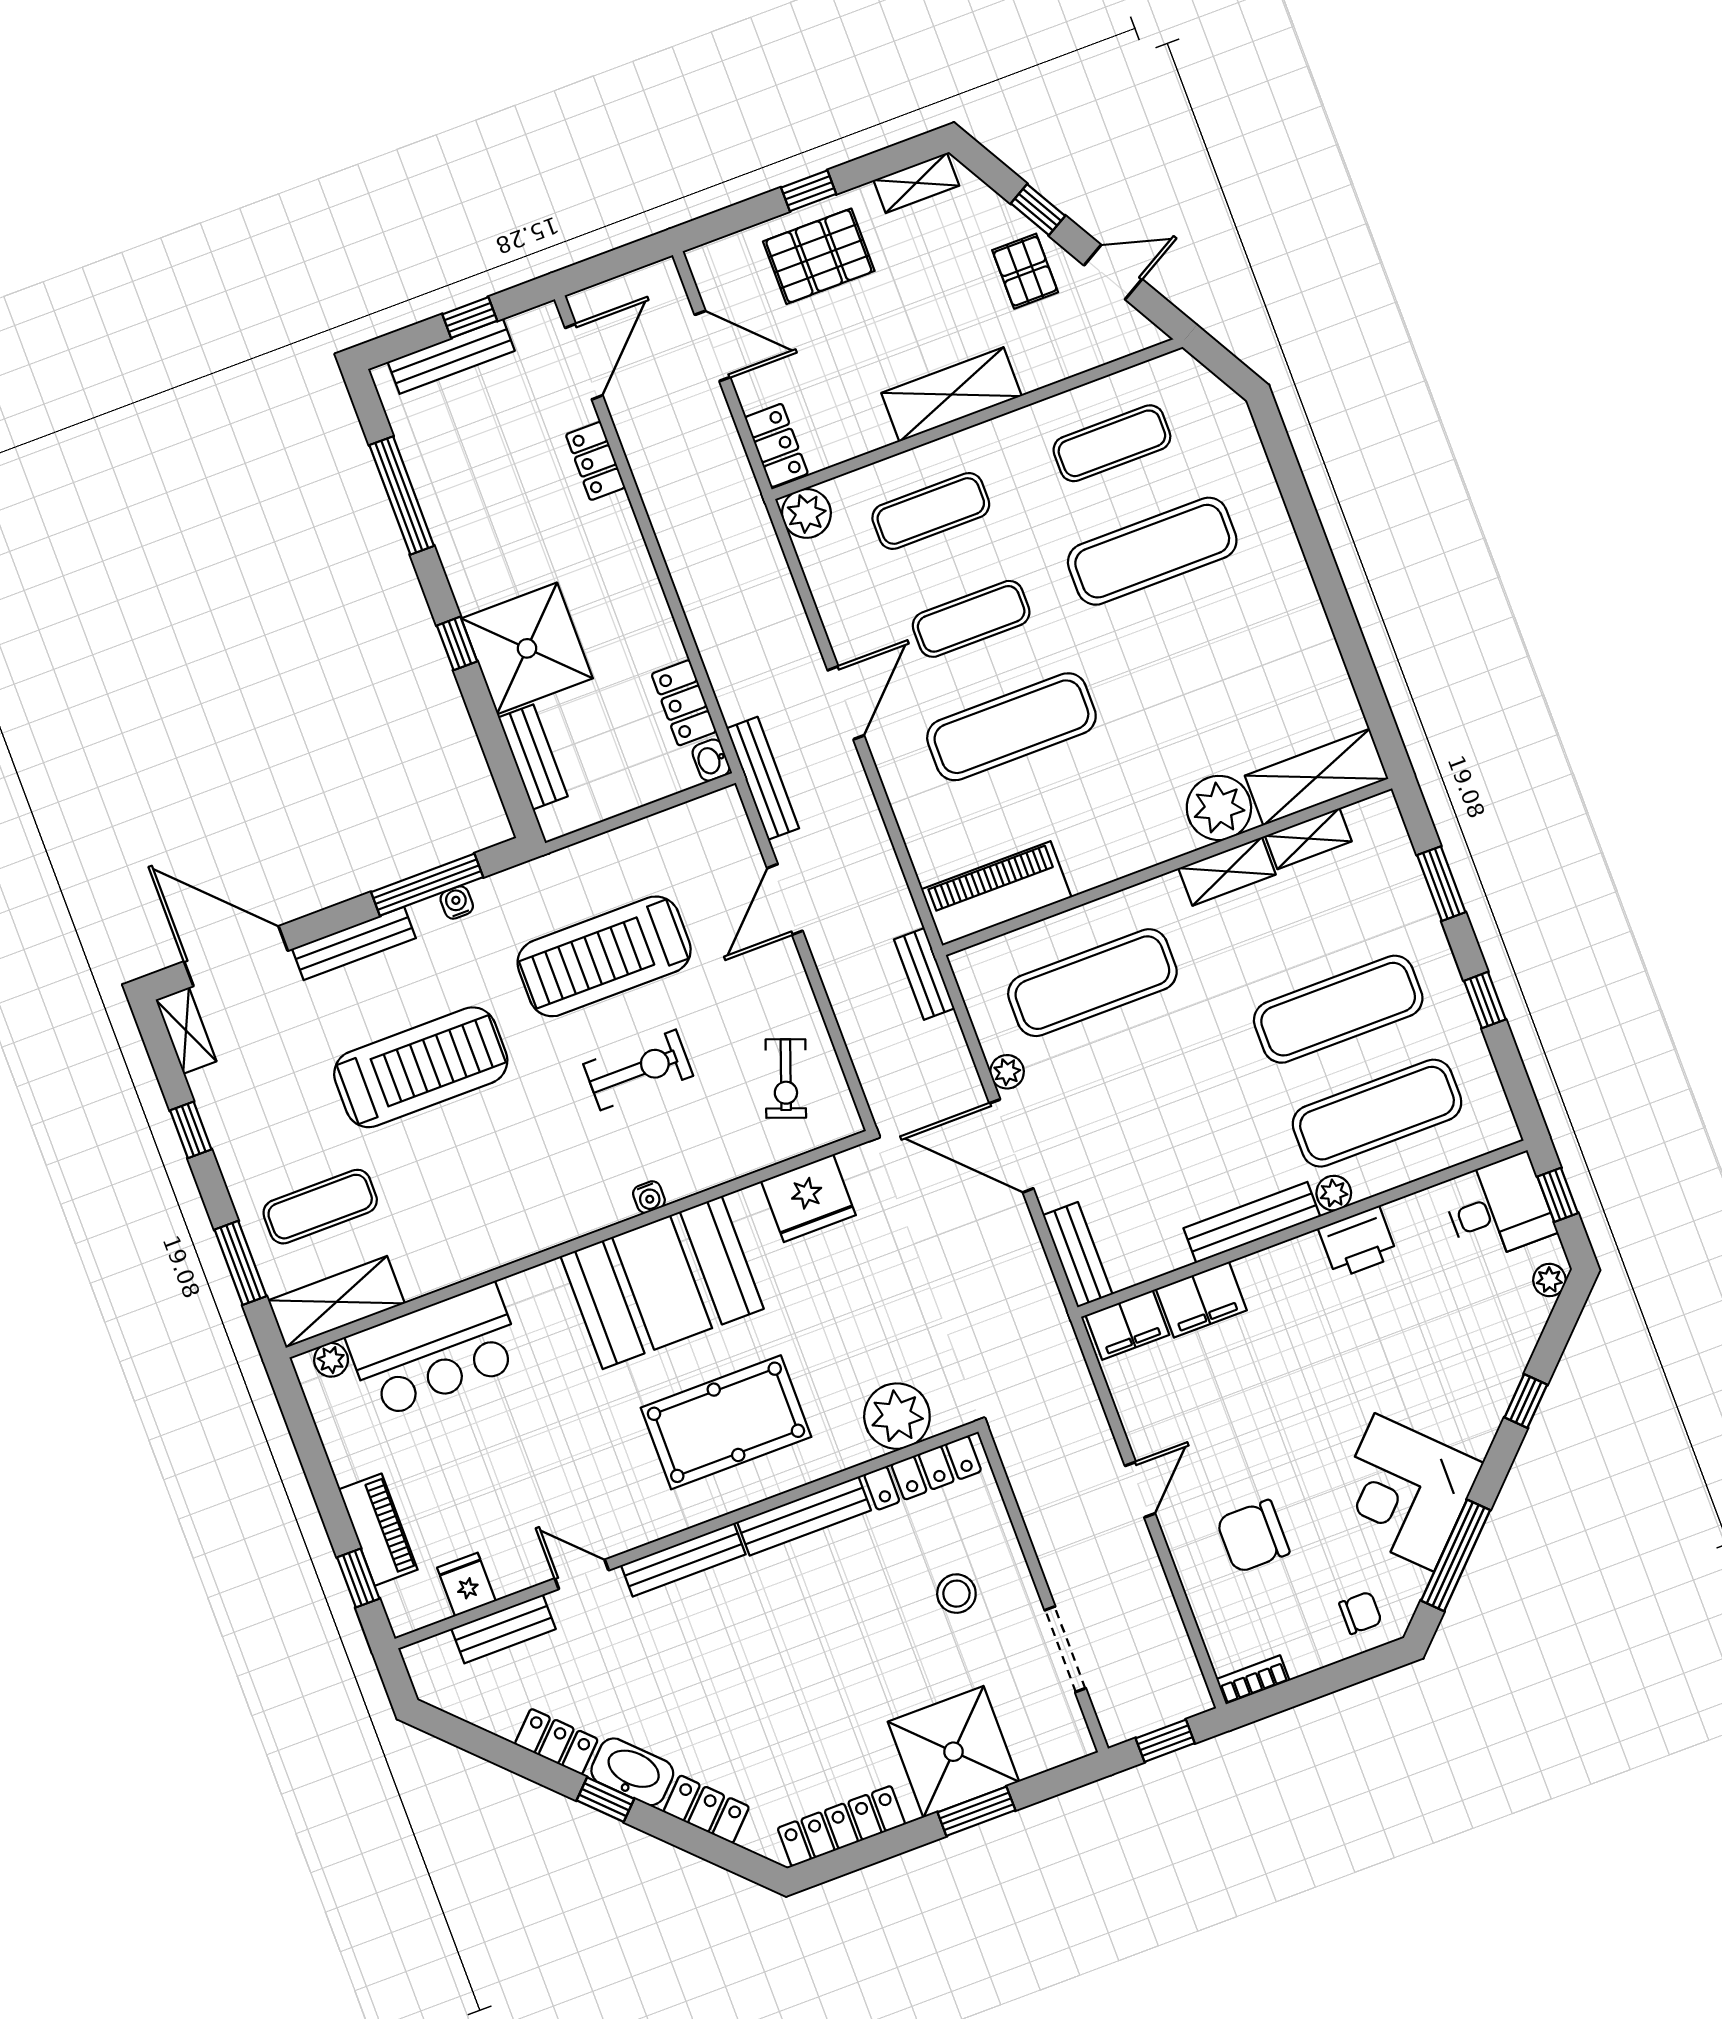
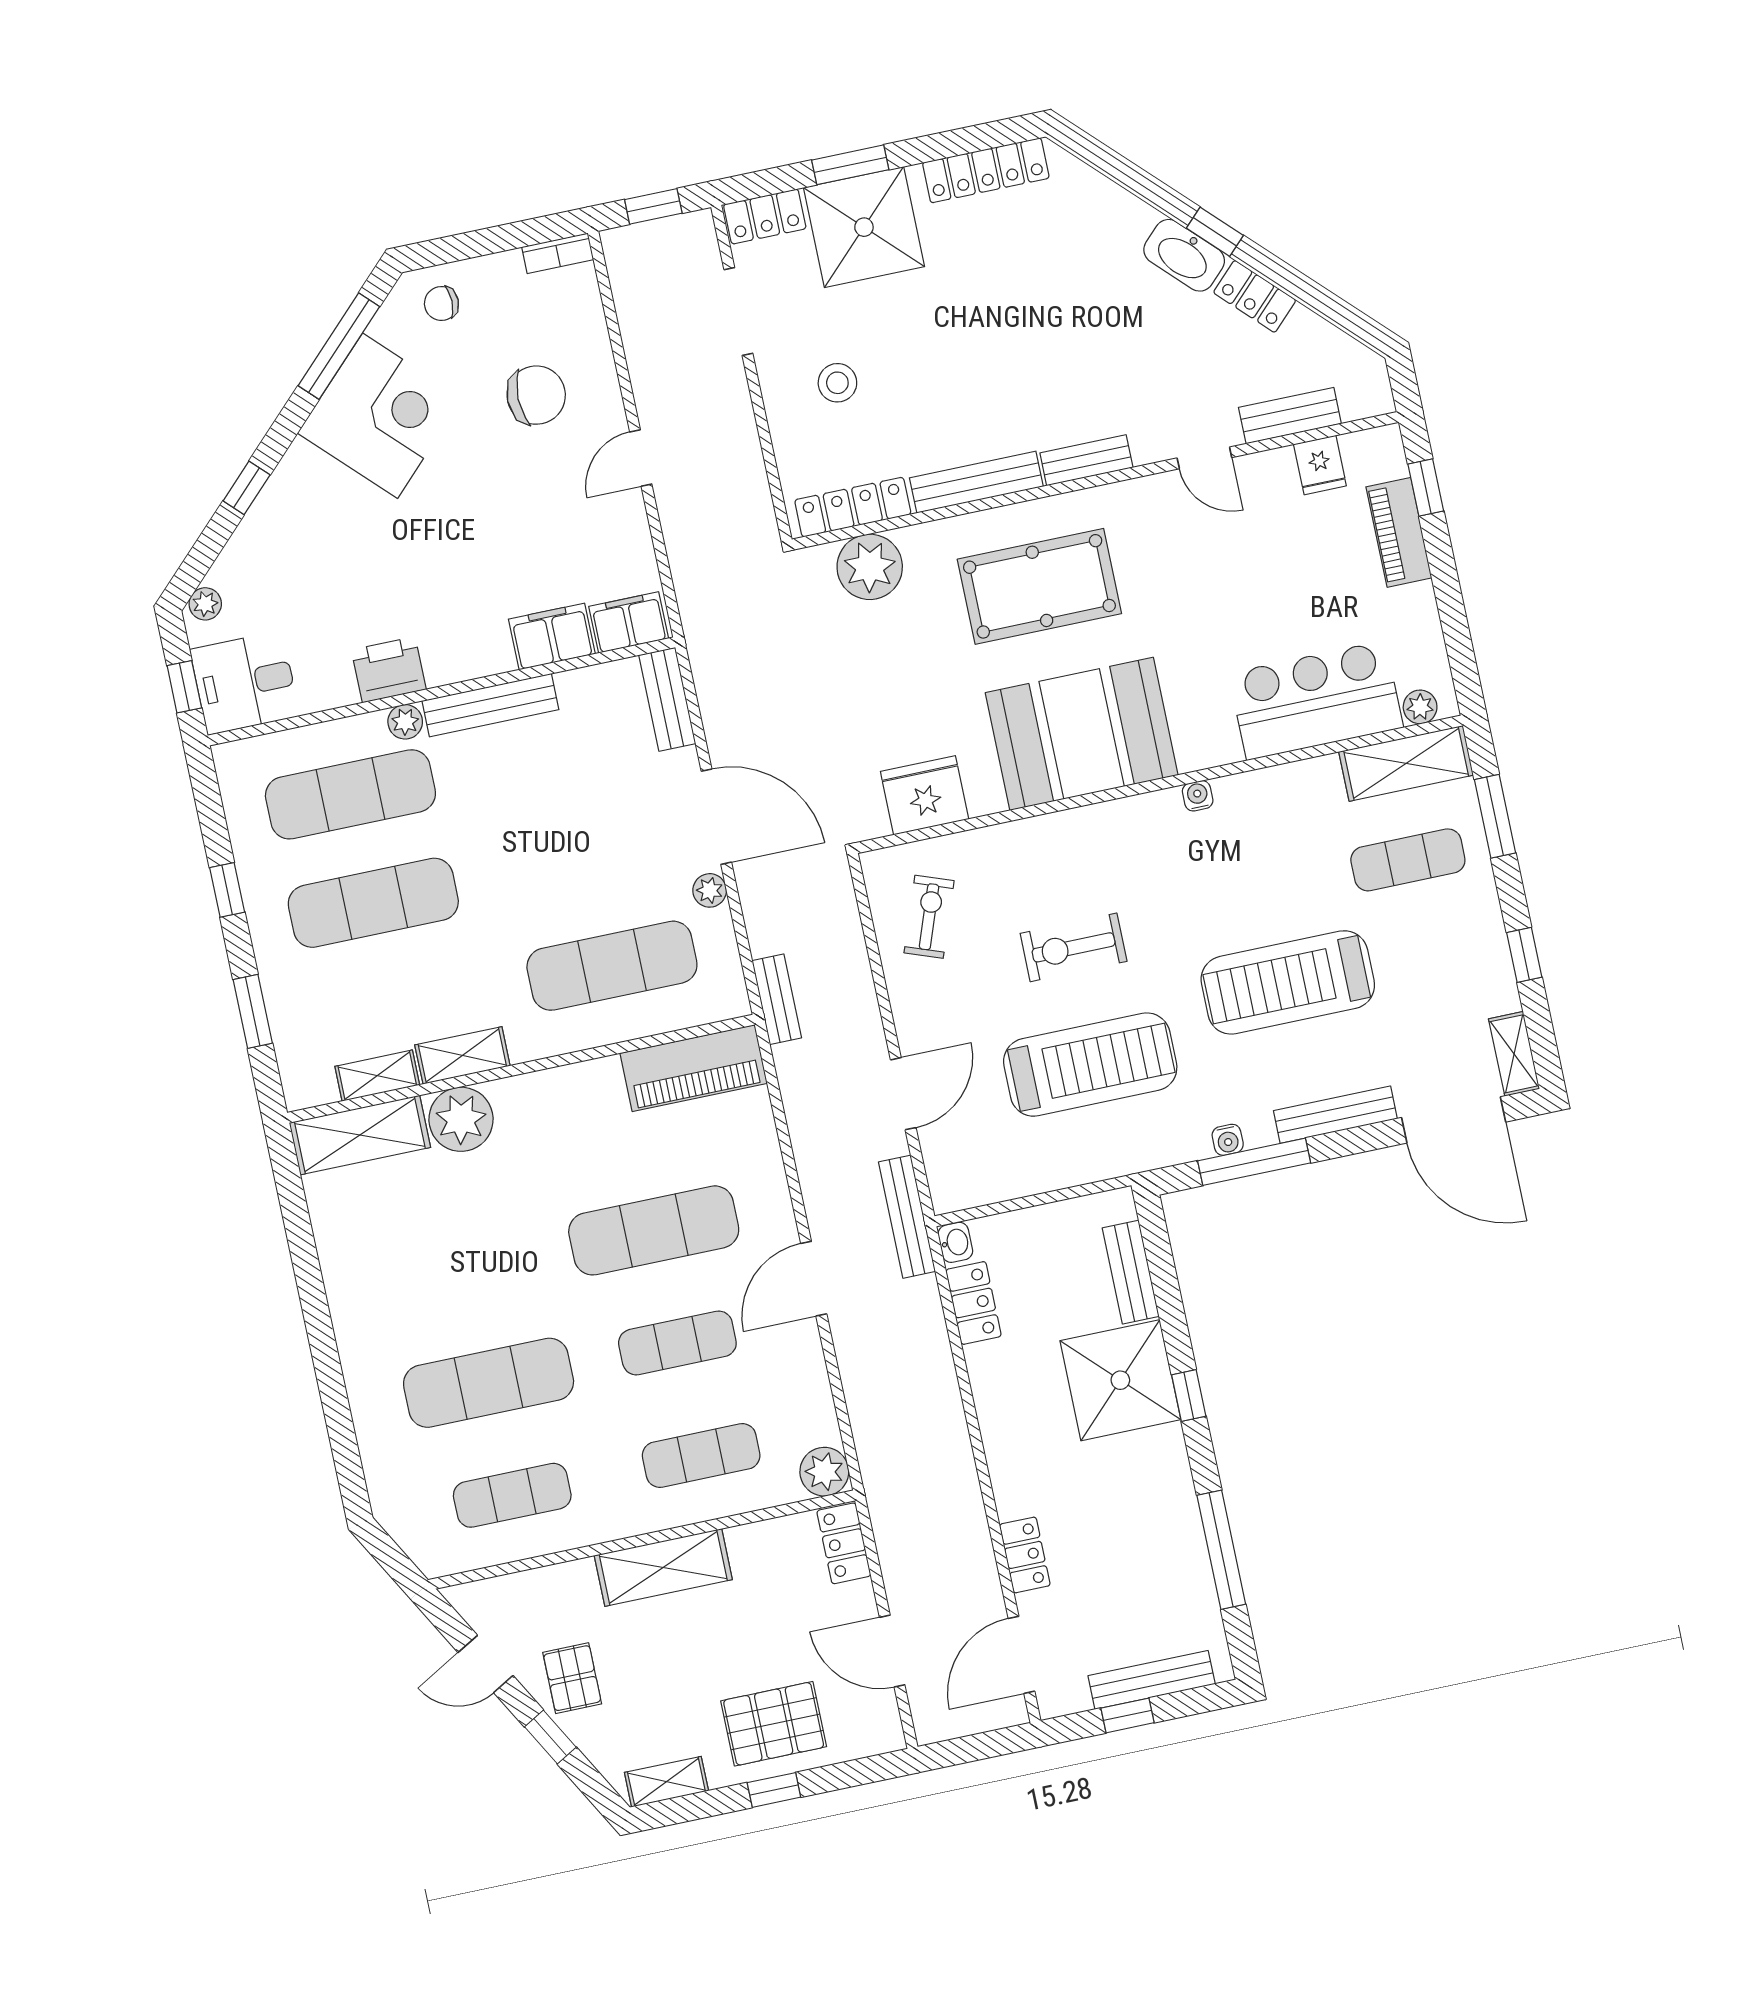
water cooler: (649, 1197) -> (1198, 796), moved
bench: (683, 1560) -> (1086, 460), width x0.73
locker: (706, 1809) -> (765, 217), moved, turned -45

